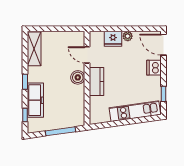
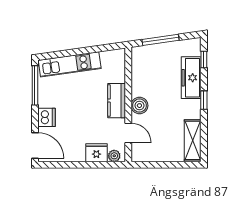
plant: (128, 36) -> (114, 156), moved
window: (163, 94) -> (35, 85), width x2.17

